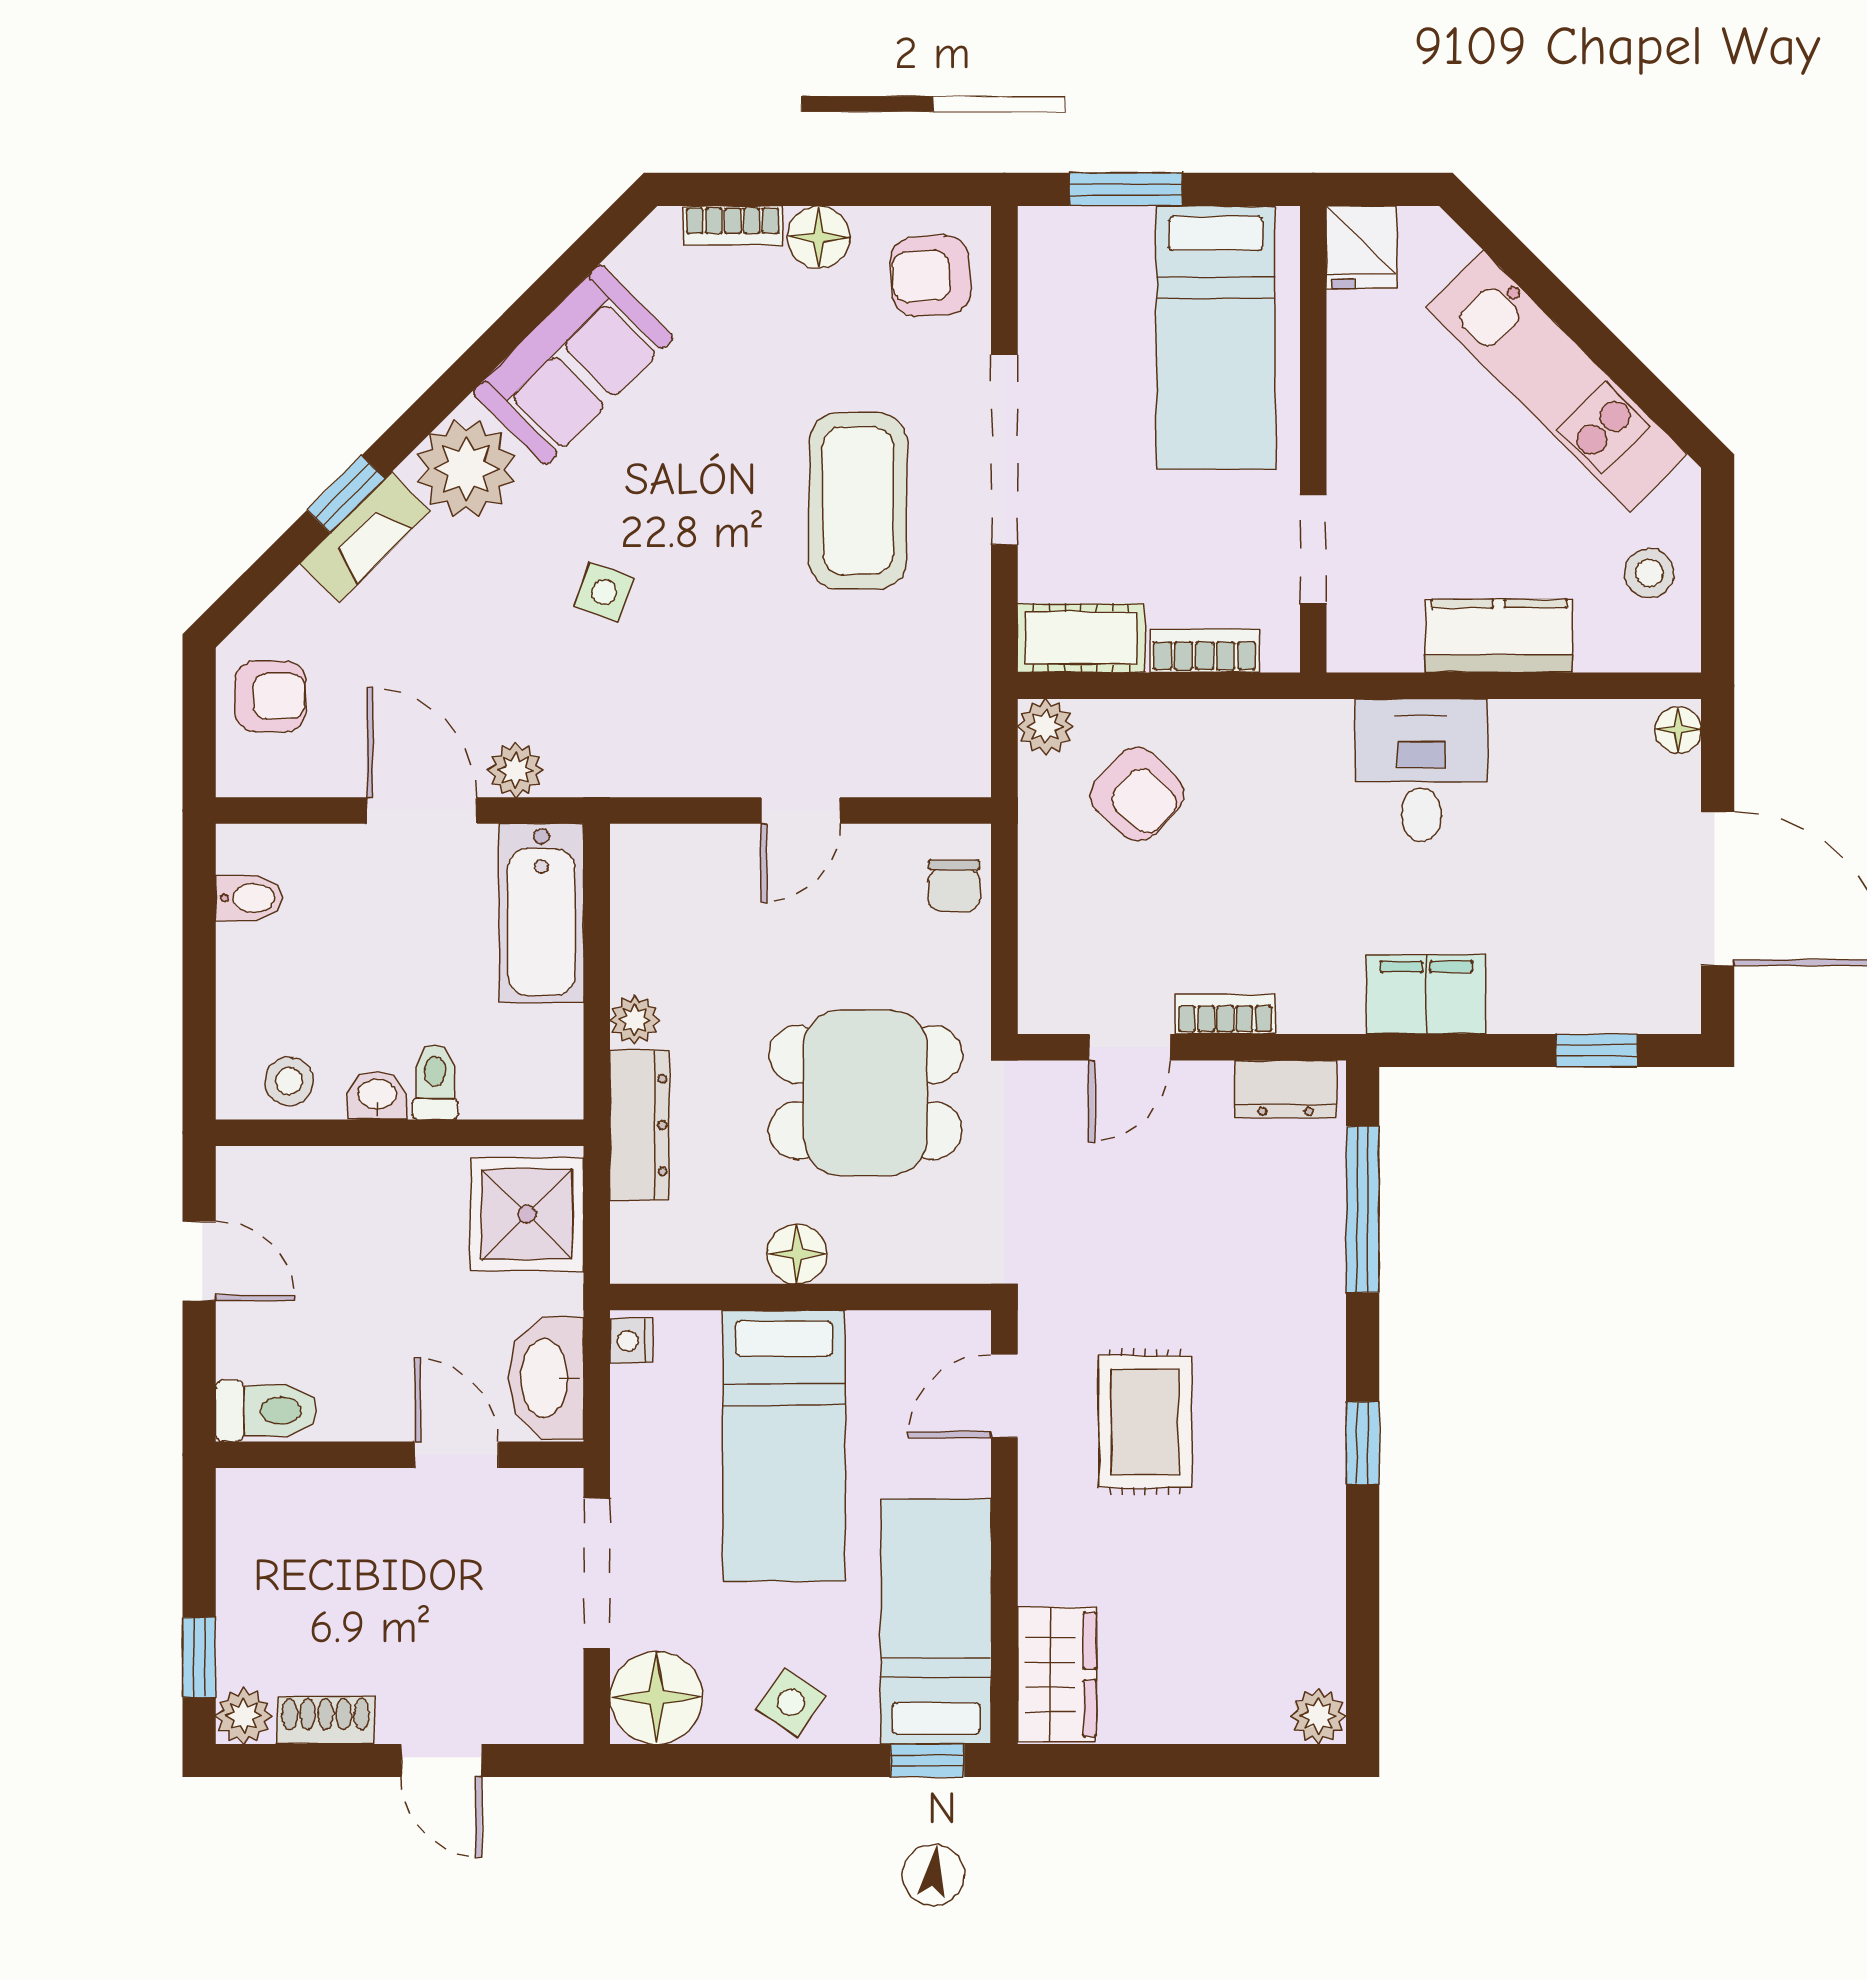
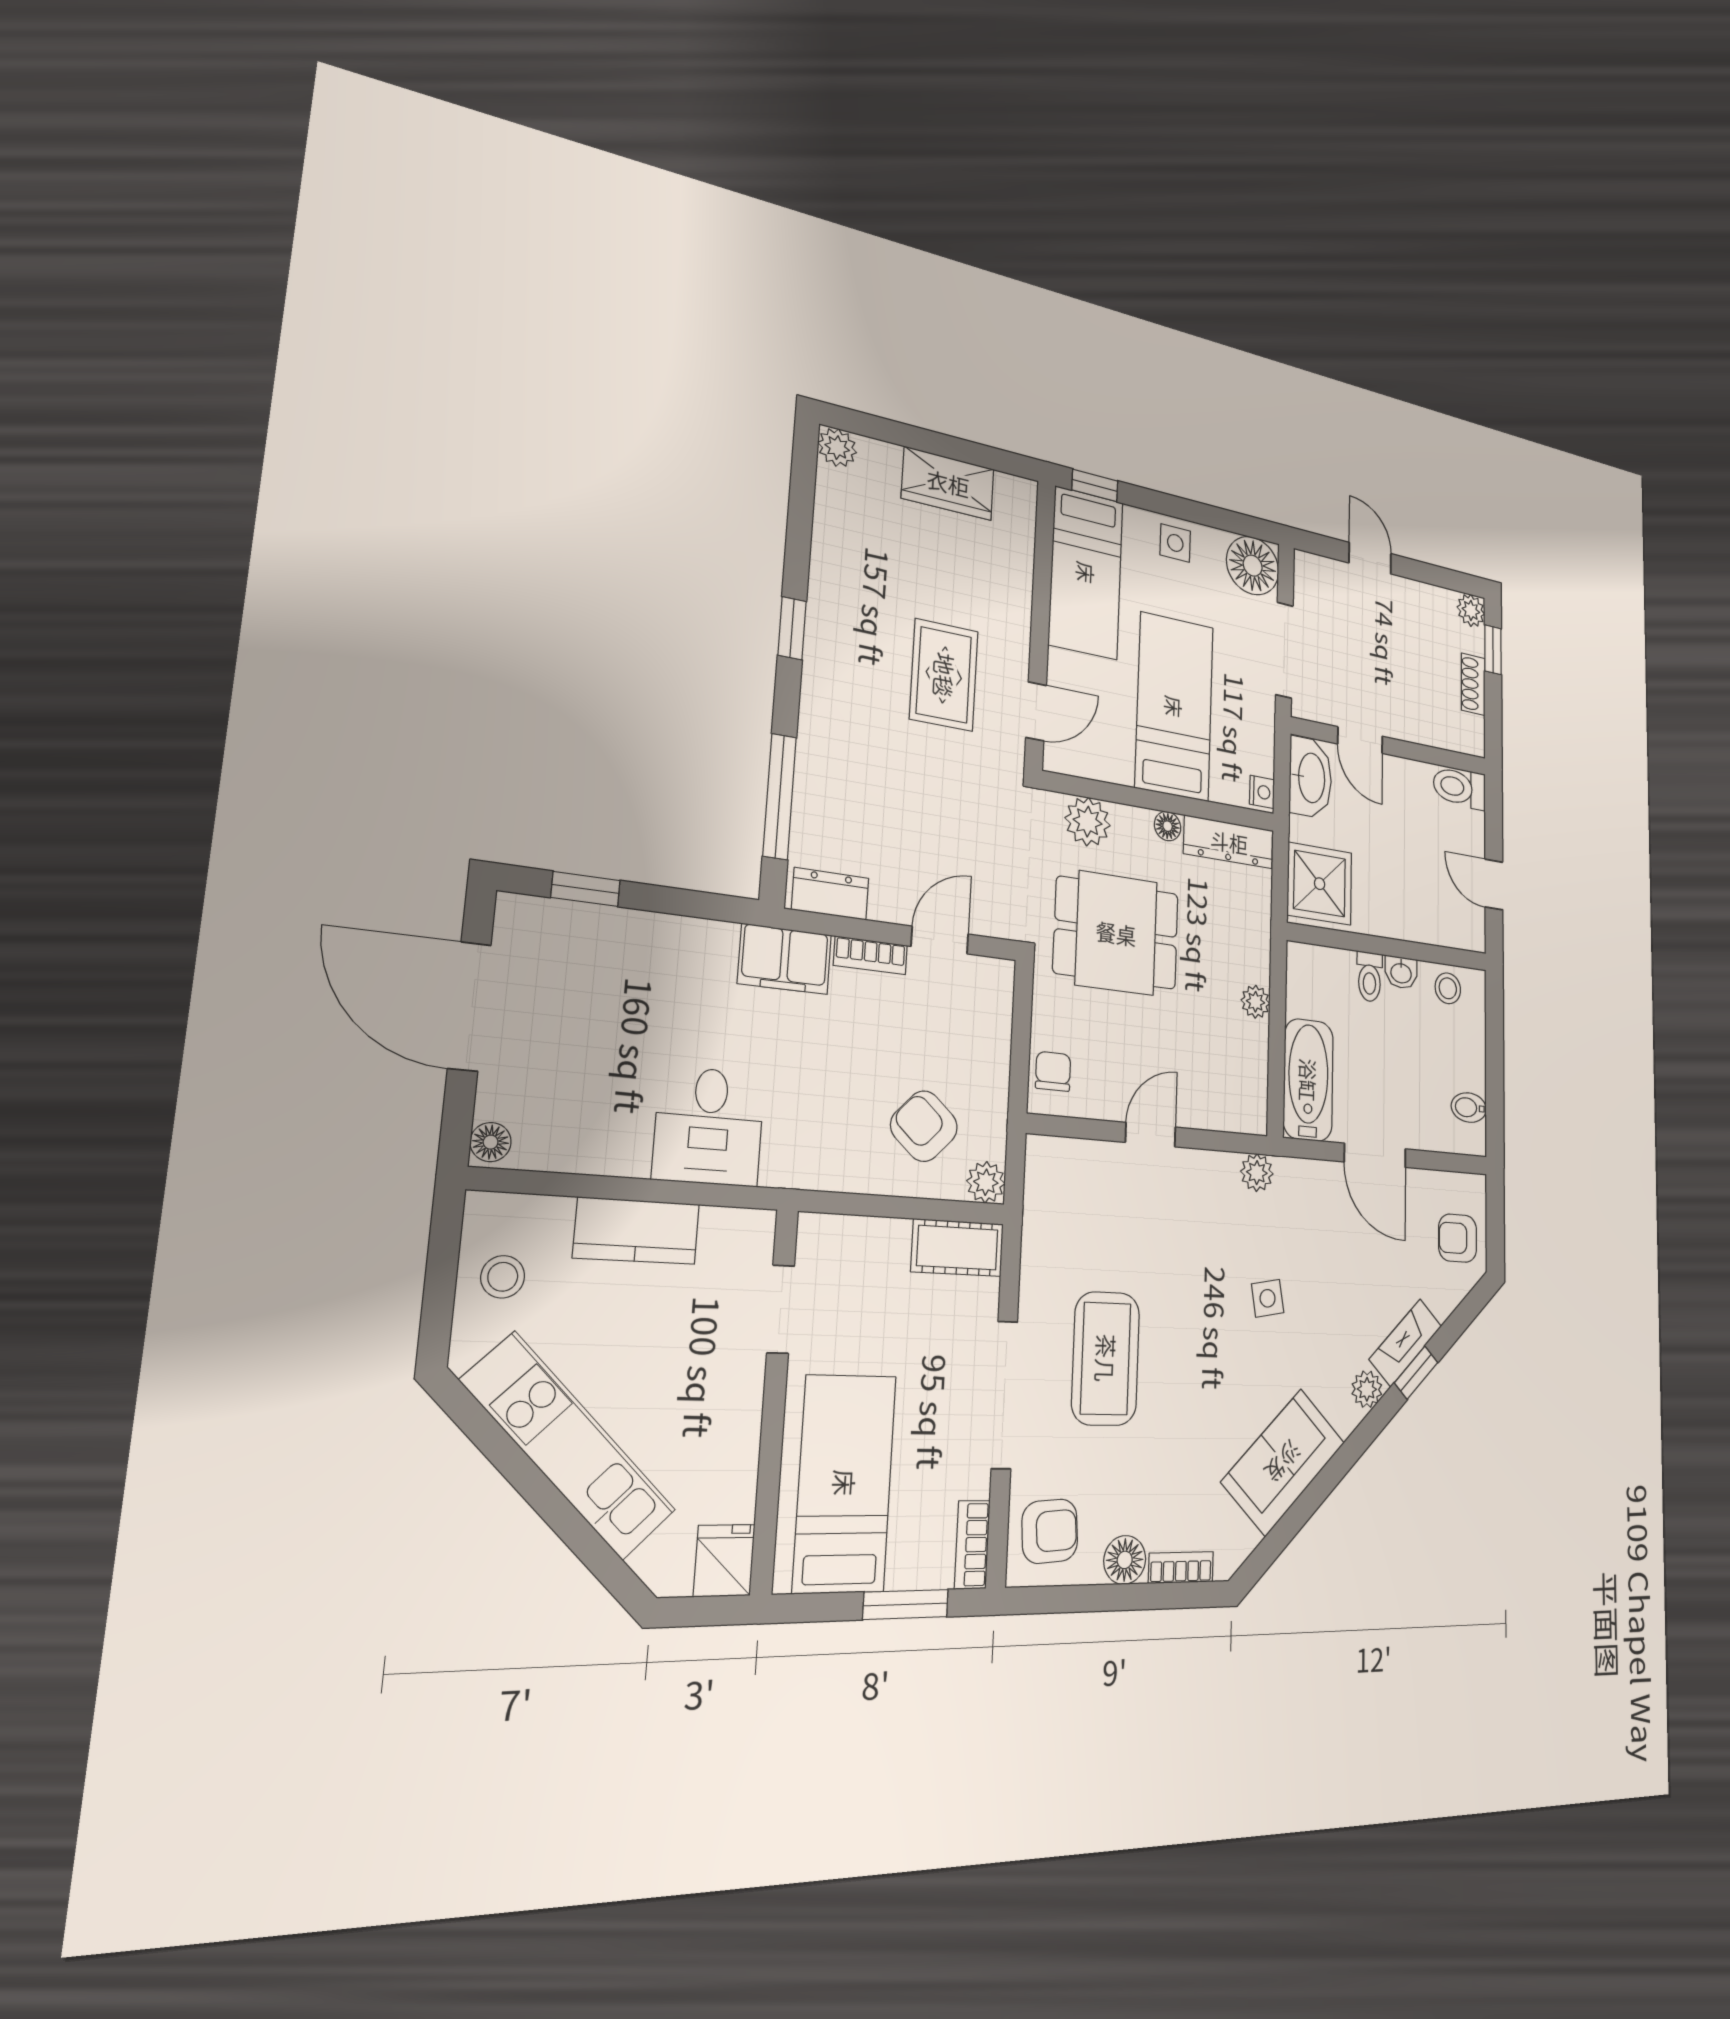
plant: (466, 468) -> (1367, 1389), width x0.53, depth x0.53
side table: (604, 592) -> (1268, 1298), turned -30
bookcase: (1205, 651) -> (972, 1545), moved, turned 90
plant: (516, 770) -> (1257, 1173), moved
filing cabinet: (1426, 994) -> (785, 959), moved
dresser: (639, 1125) -> (1229, 842), moved, turned -90
plant: (917, 1248) -> (1088, 822), added
floor lamp: (797, 1254) -> (1168, 826), width x0.73, depth x0.73
wardrobe: (1057, 1674) -> (948, 483), moved, turned -90
side table: (791, 1702) -> (1175, 543), turned -34
shoe rack: (326, 1720) -> (1473, 684), moved, turned 90

